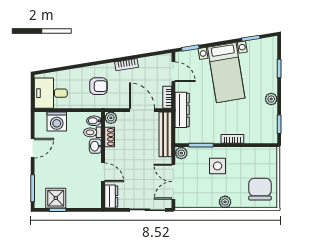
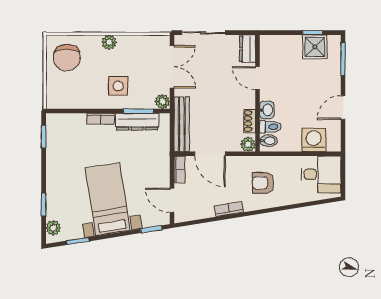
plant: (271, 99) -> (53, 228), moved
dresser: (182, 110) -> (137, 122), moved, turned -90

